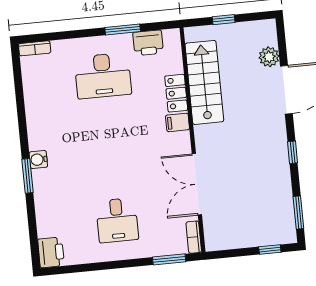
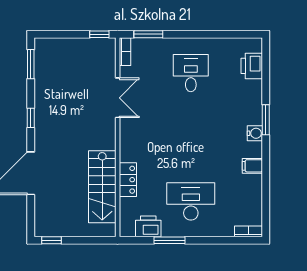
window: (224, 20) -> (51, 240), moved
plant: (269, 57) -> (43, 204), removed
filing cabinet: (178, 122) -> (252, 166), moved, turned 180
double door: (197, 184) -> (118, 98), width x0.73
window: (270, 249) -> (99, 34), moved
printer: (51, 252) -> (252, 66), moved

